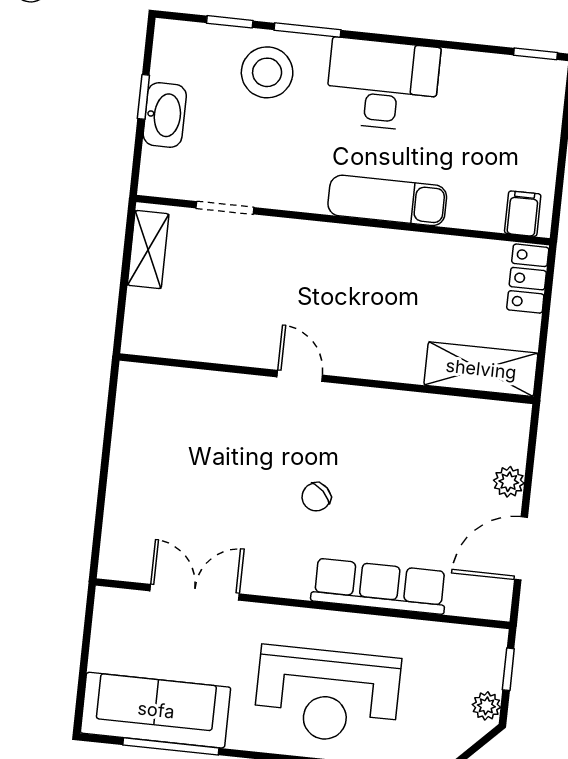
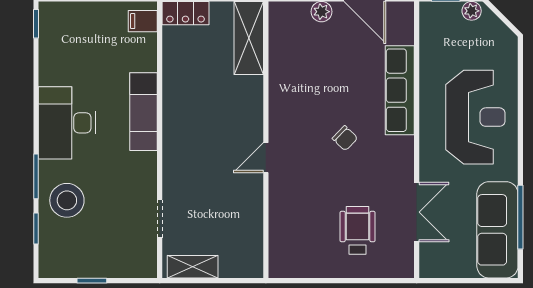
washbasin: (165, 115) -> (102, 265), removed
wheelchair: (177, 501) -> (358, 230), added
double door: (195, 592) -> (417, 212), swing flipped

